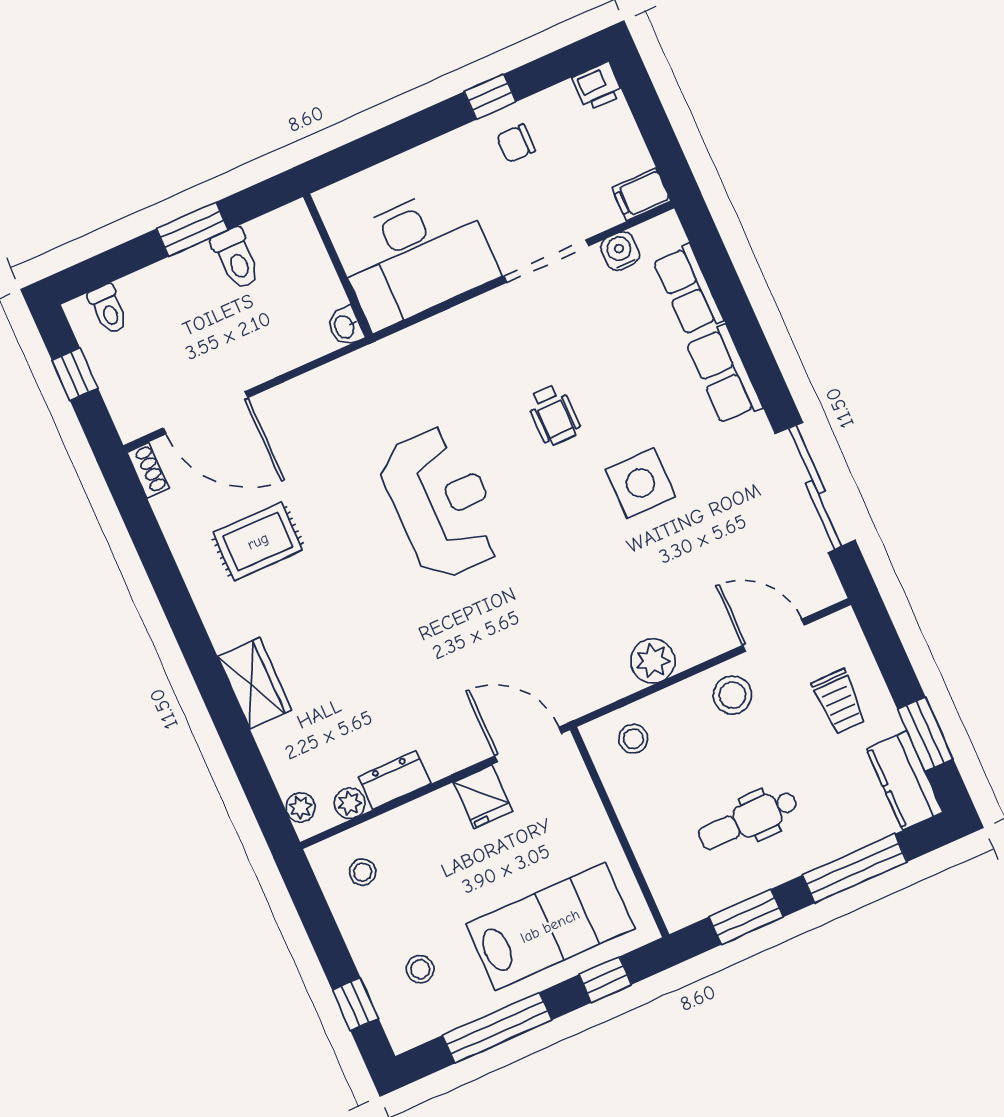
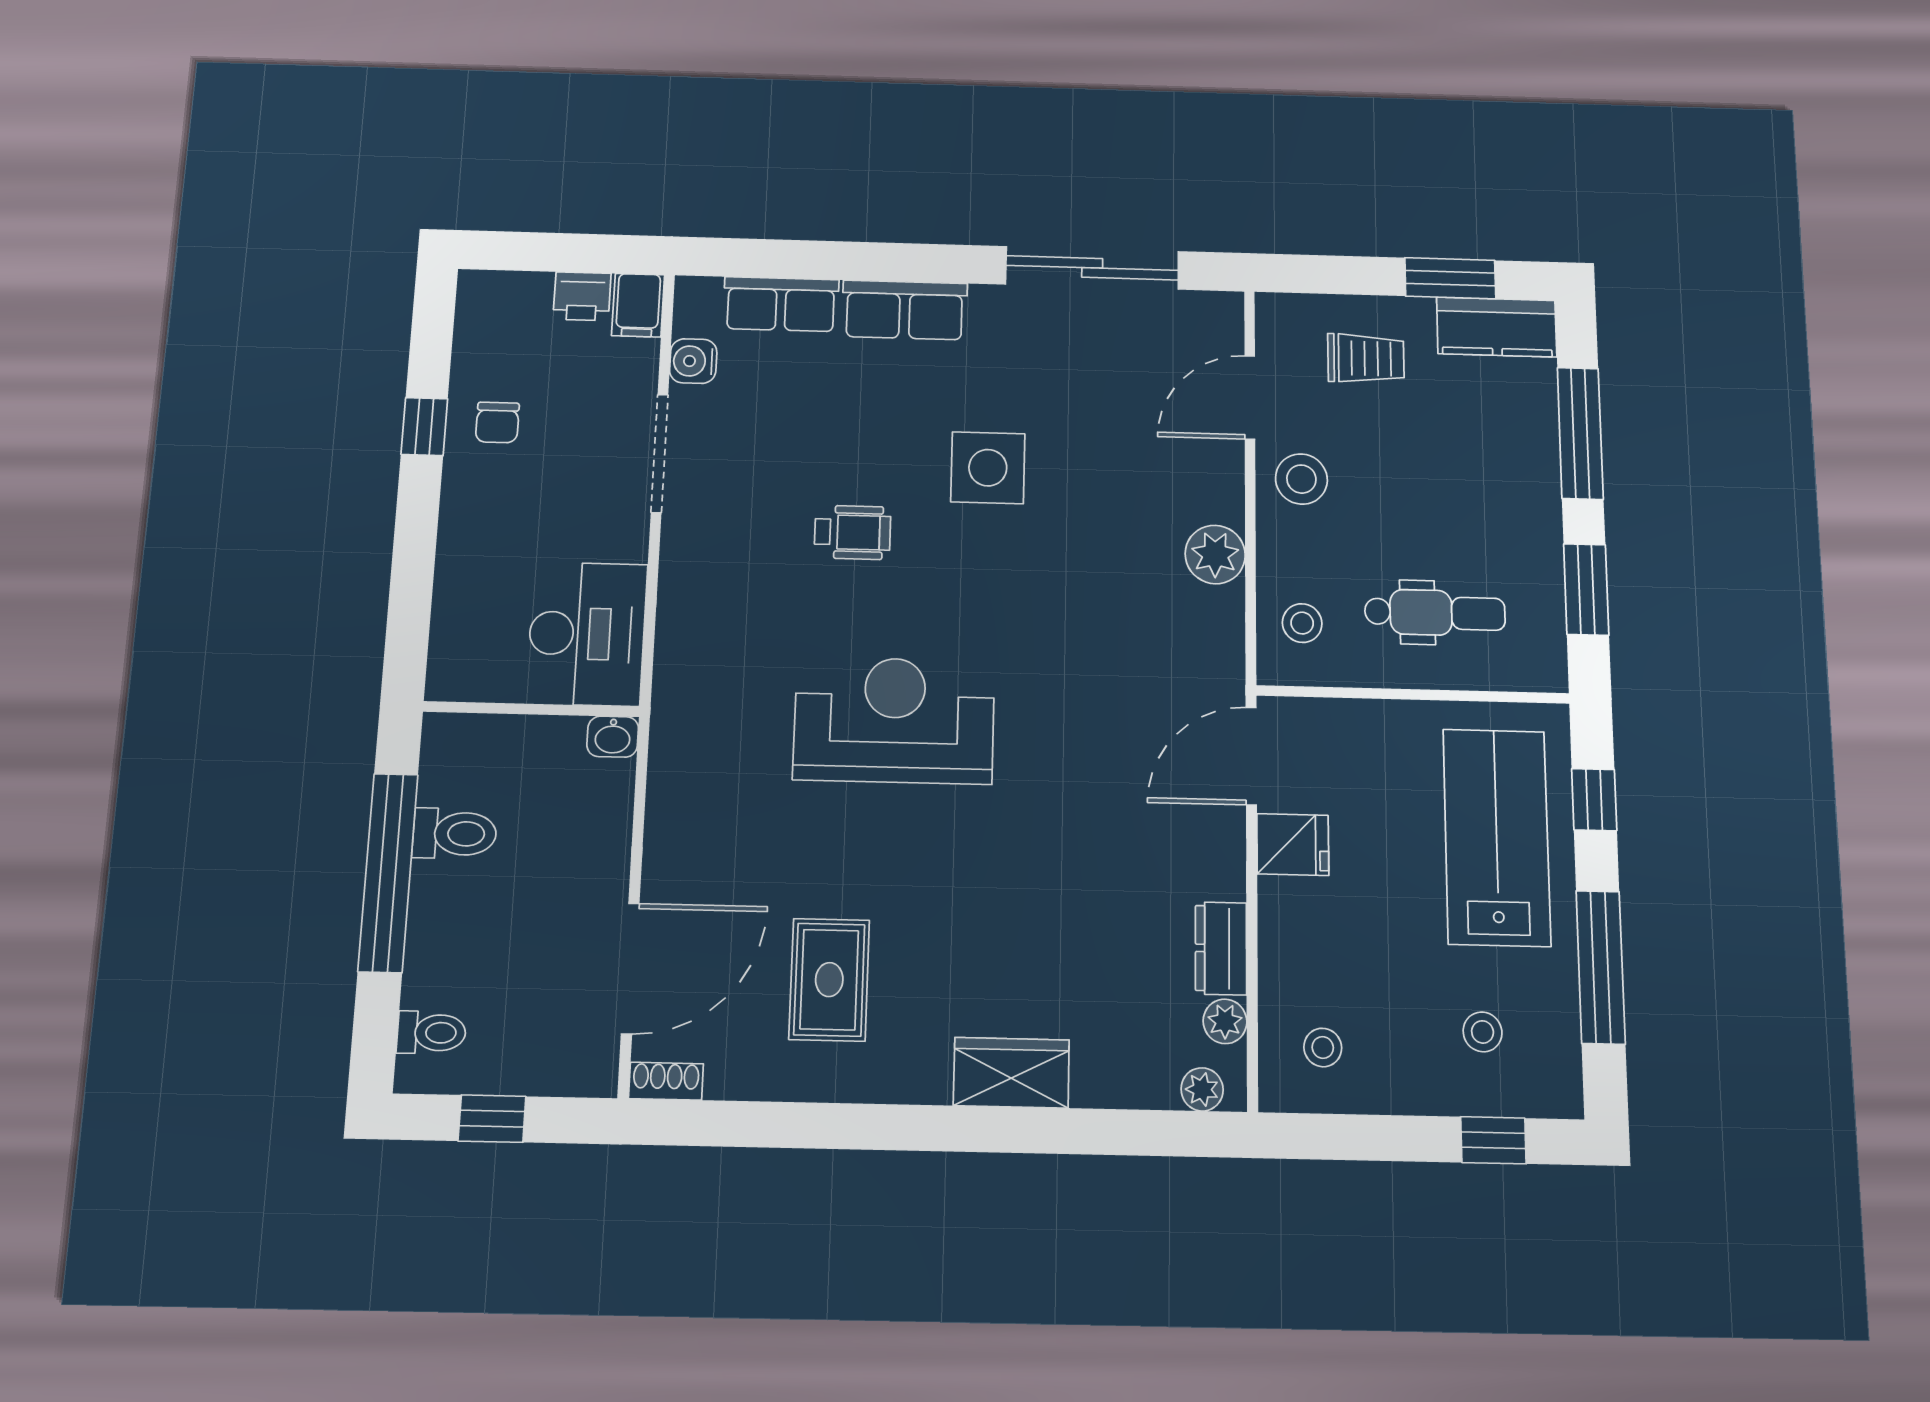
printer: (597, 86) -> (582, 296), moved, turned 90
window: (192, 229) -> (388, 872), width x2.11
desk: (416, 257) -> (587, 634), width x0.73, depth x0.77
dental chair: (748, 820) -> (1435, 613), moved, turned -90

